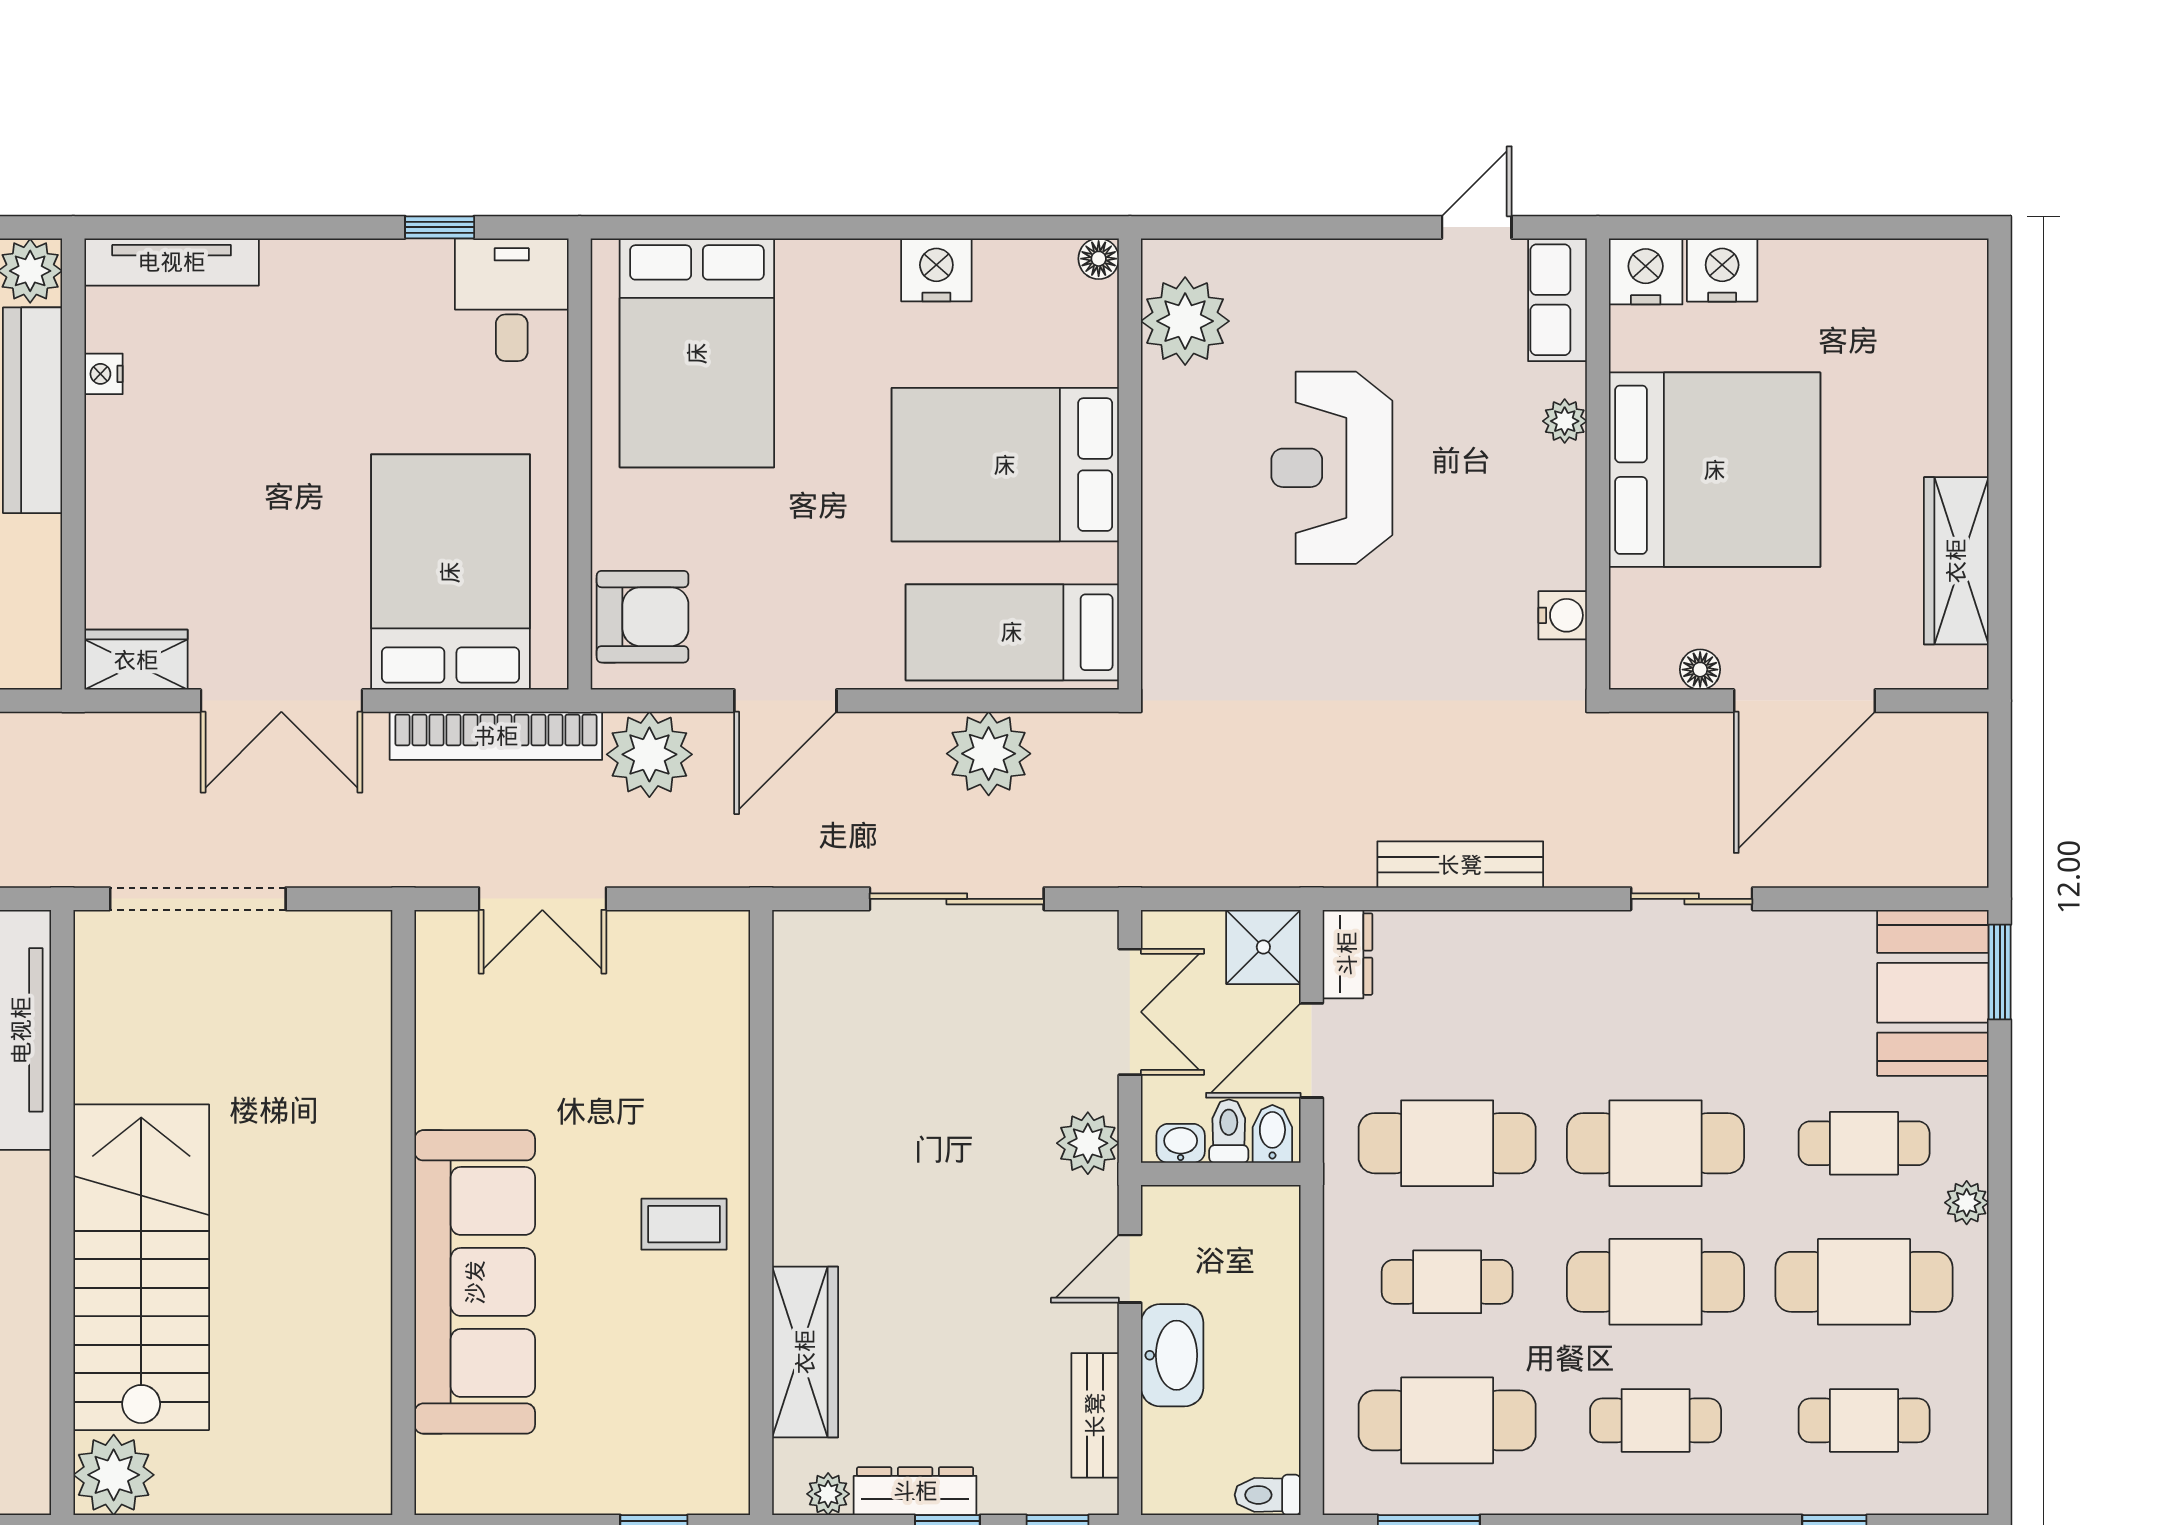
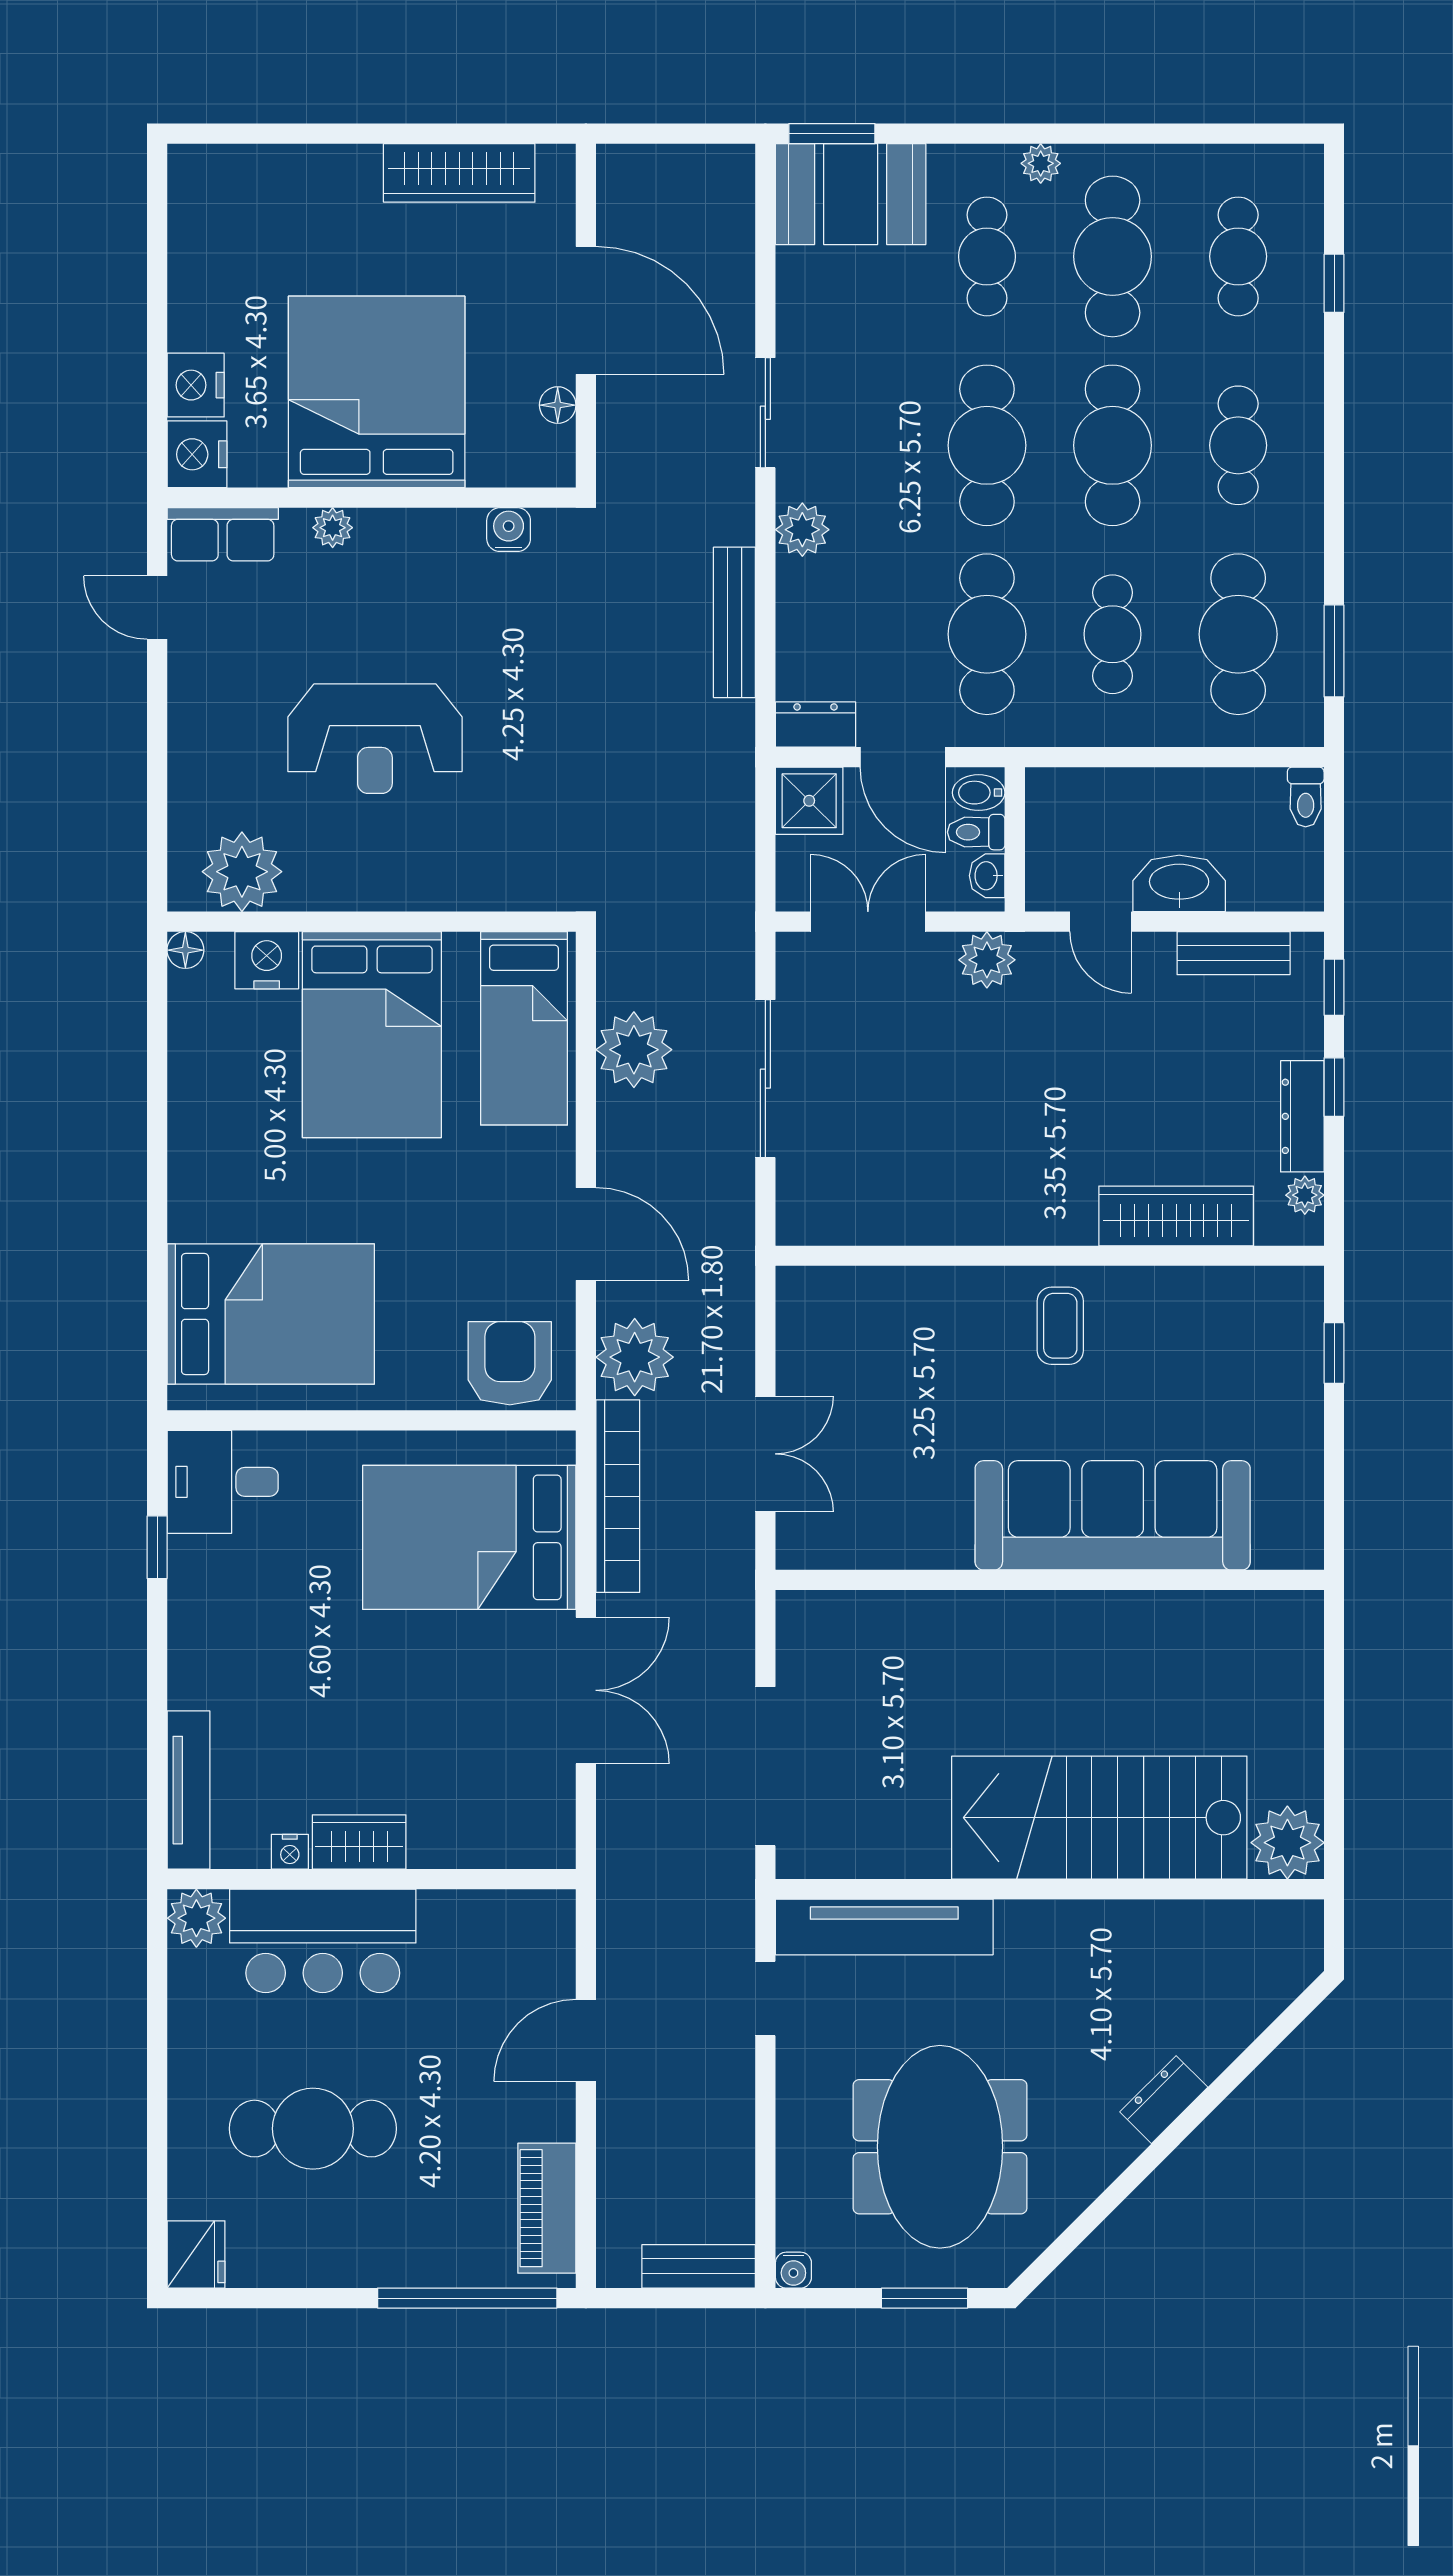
nightstand: (936, 270) -> (267, 960), moved, turned 90
wardrobe: (136, 660) -> (359, 1842), moved, turned 90
plant: (1563, 939) -> (802, 530), added

